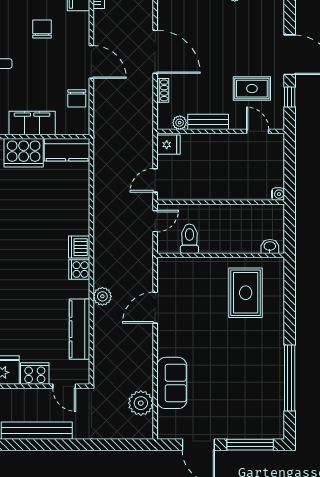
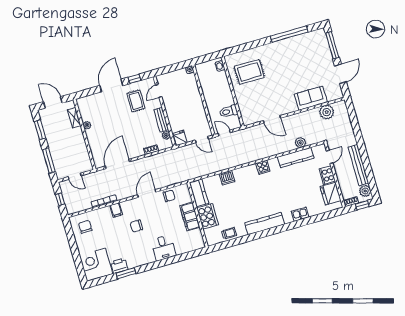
door: (155, 52) -> (117, 164), moved
dishwasher: (79, 247) -> (227, 178), moved
plant: (102, 296) -> (300, 143), moved

